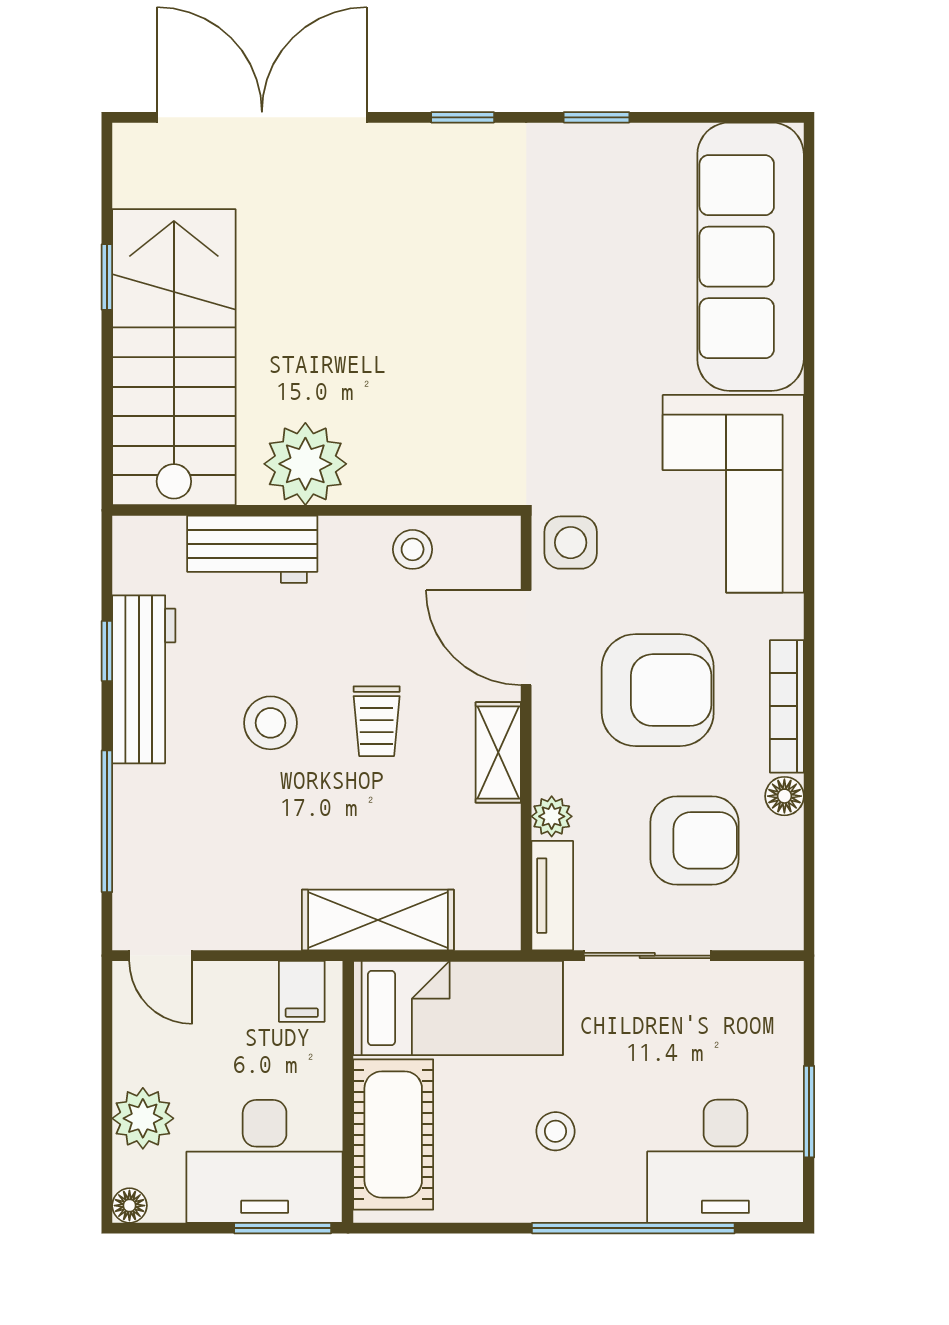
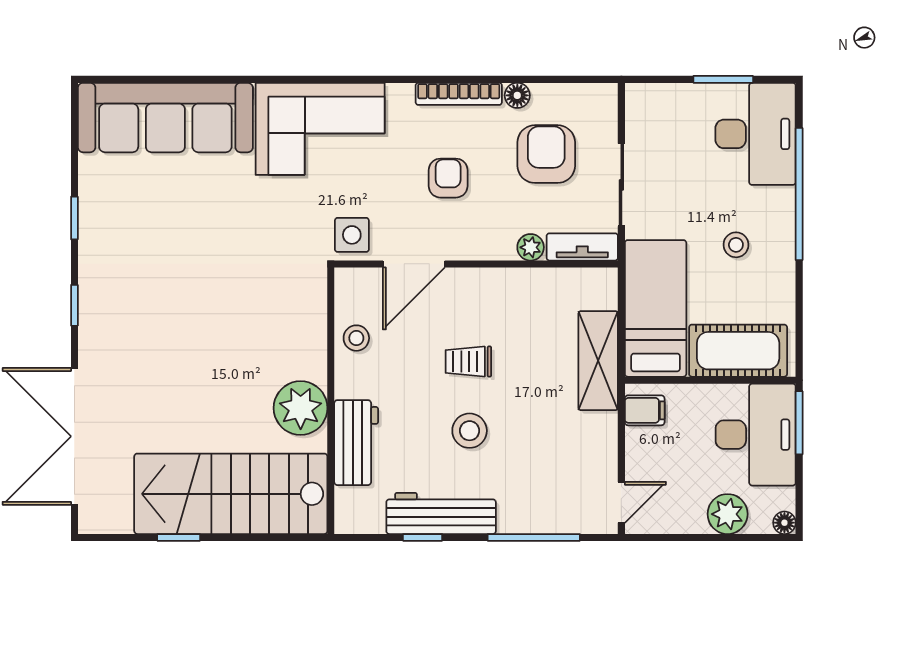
armchair: (658, 690) -> (448, 178), width x0.53, depth x0.53
trolley: (377, 721) -> (468, 361), turned 180
shelving: (498, 752) -> (489, 282), removed

